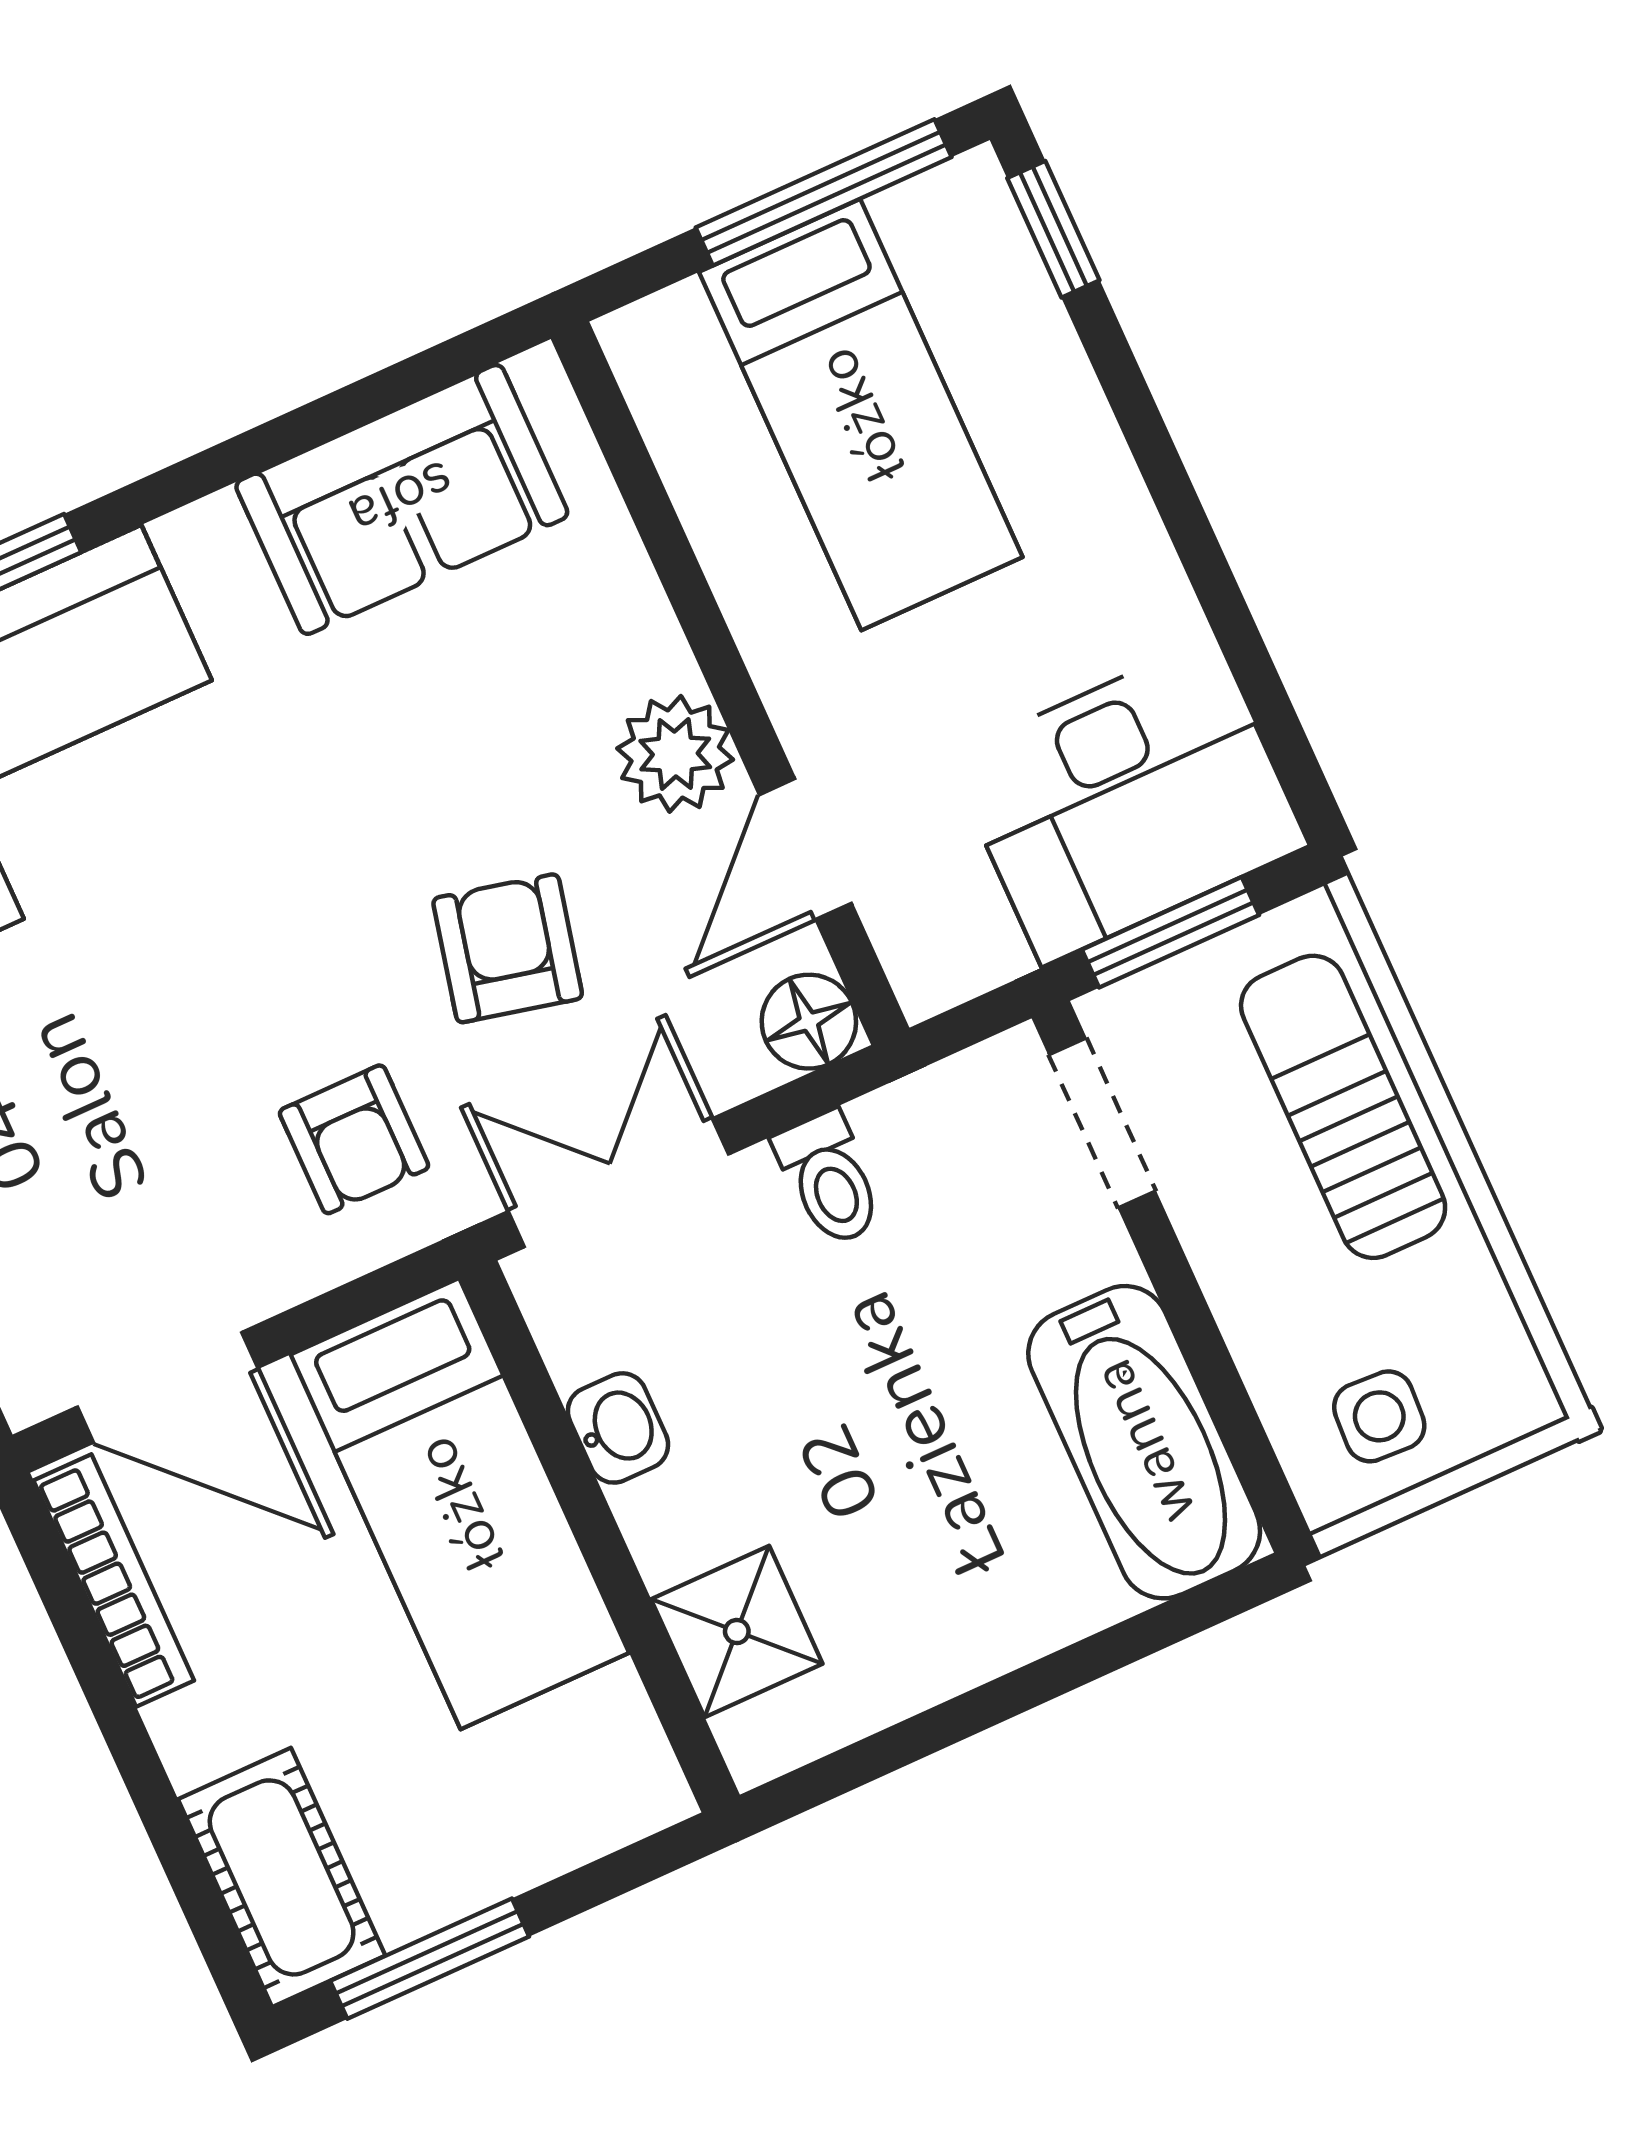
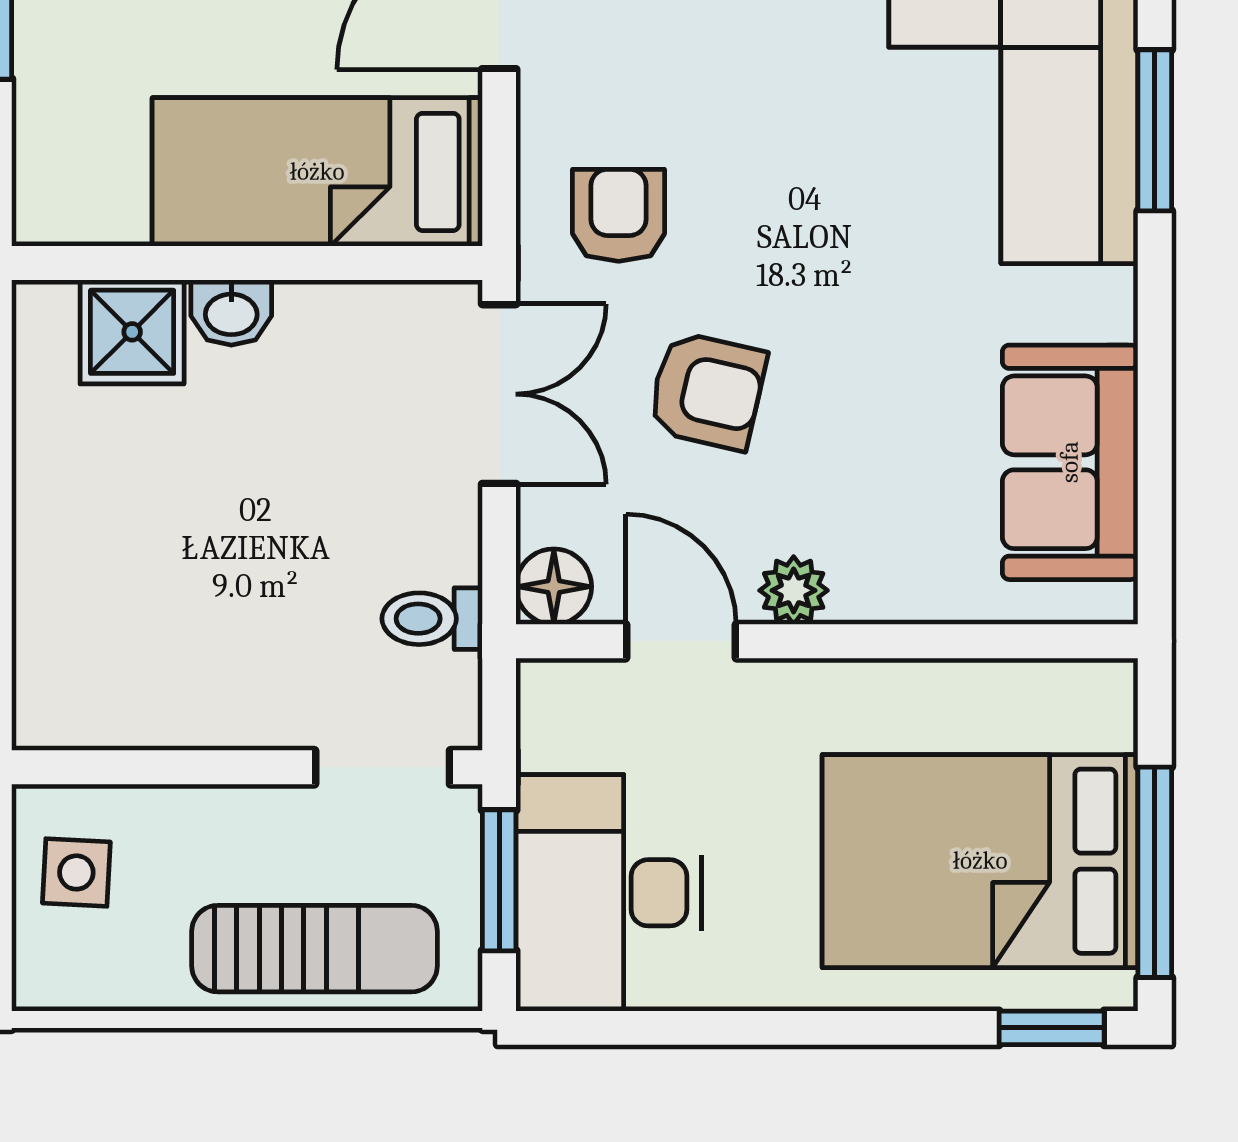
bed: (861, 415) -> (980, 861), width x1.50
plant: (675, 754) -> (794, 590), width x0.73, depth x0.73
armchair: (354, 1139) -> (619, 215), turned 90
toilet: (829, 1179) -> (432, 619), moved
washbasin: (618, 1428) -> (231, 313), moved
bathtub: (1144, 1442) -> (135, 692), removed

